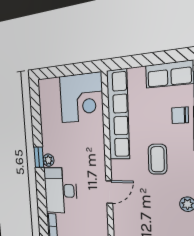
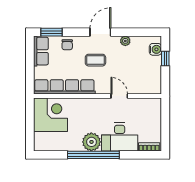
window: (39, 157) -> (93, 155), width x3.17
plant: (48, 160) -> (91, 142), width x1.88, depth x1.88

